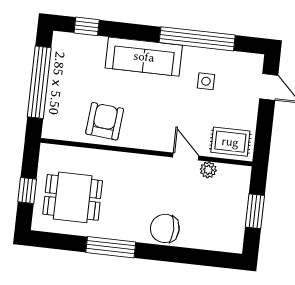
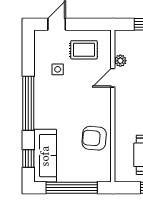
window: (197, 39) -> (28, 103), moved
sofa: (144, 57) -> (45, 156), moved
rug: (230, 142) -> (84, 50), moved, turned 90

